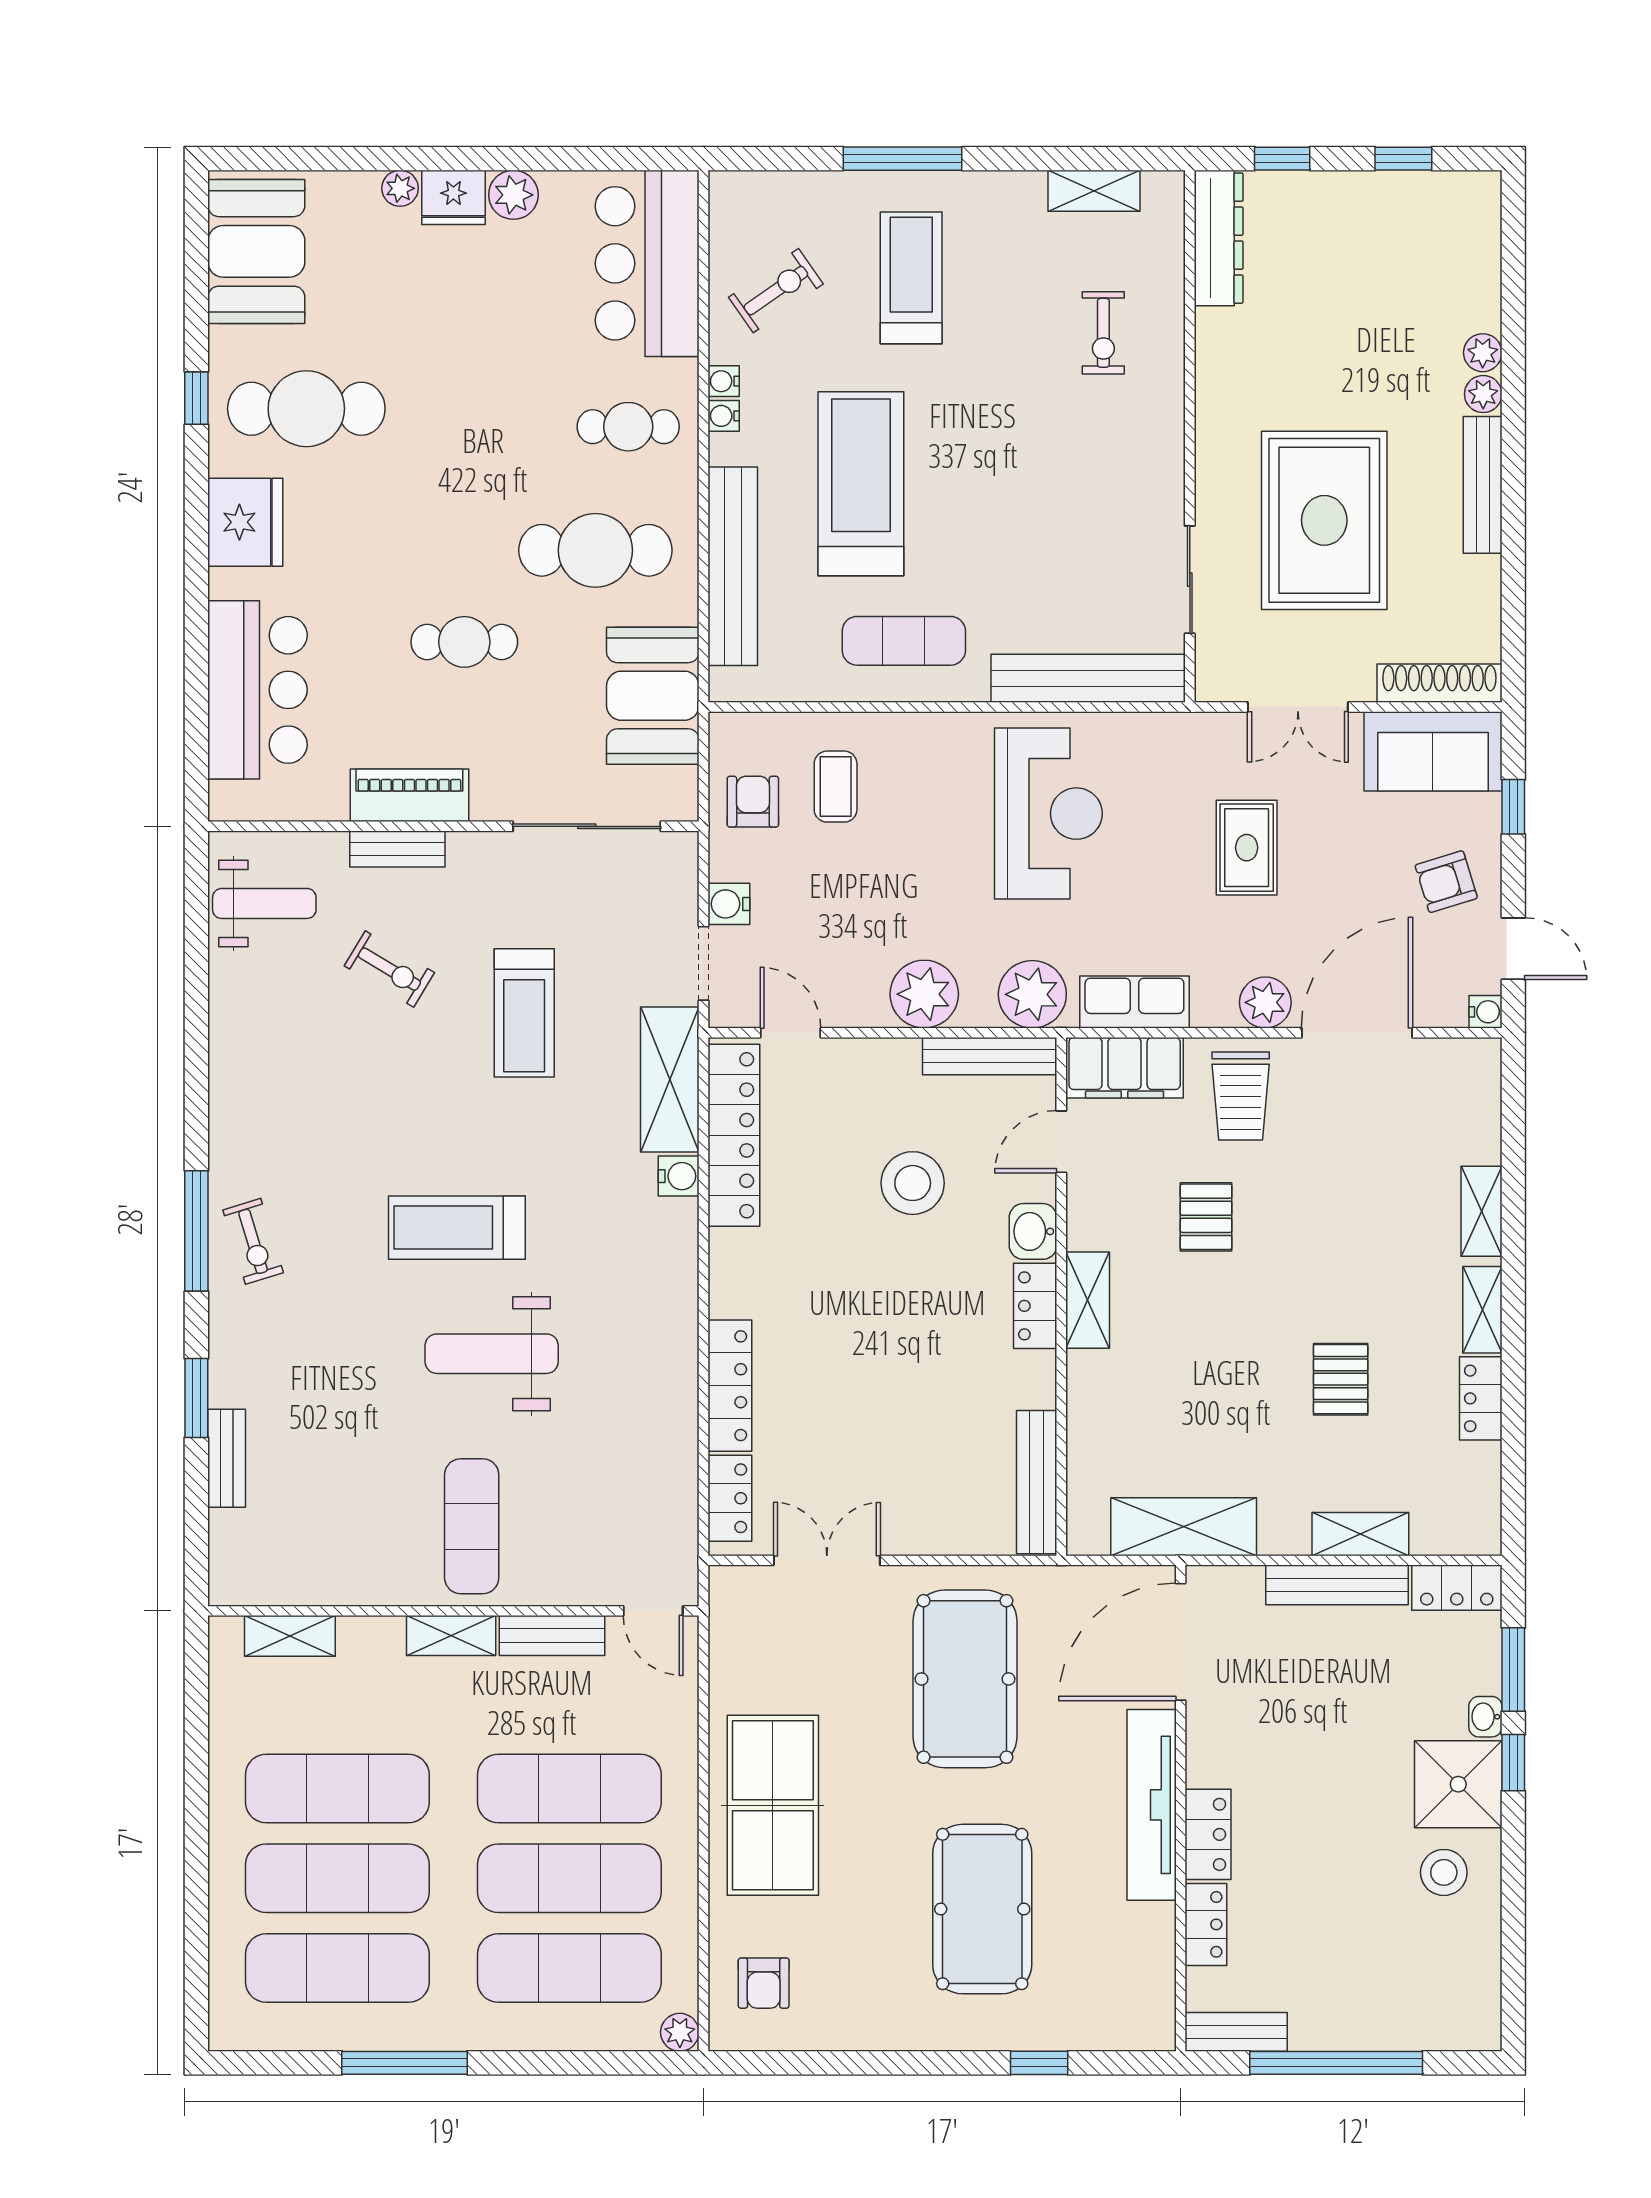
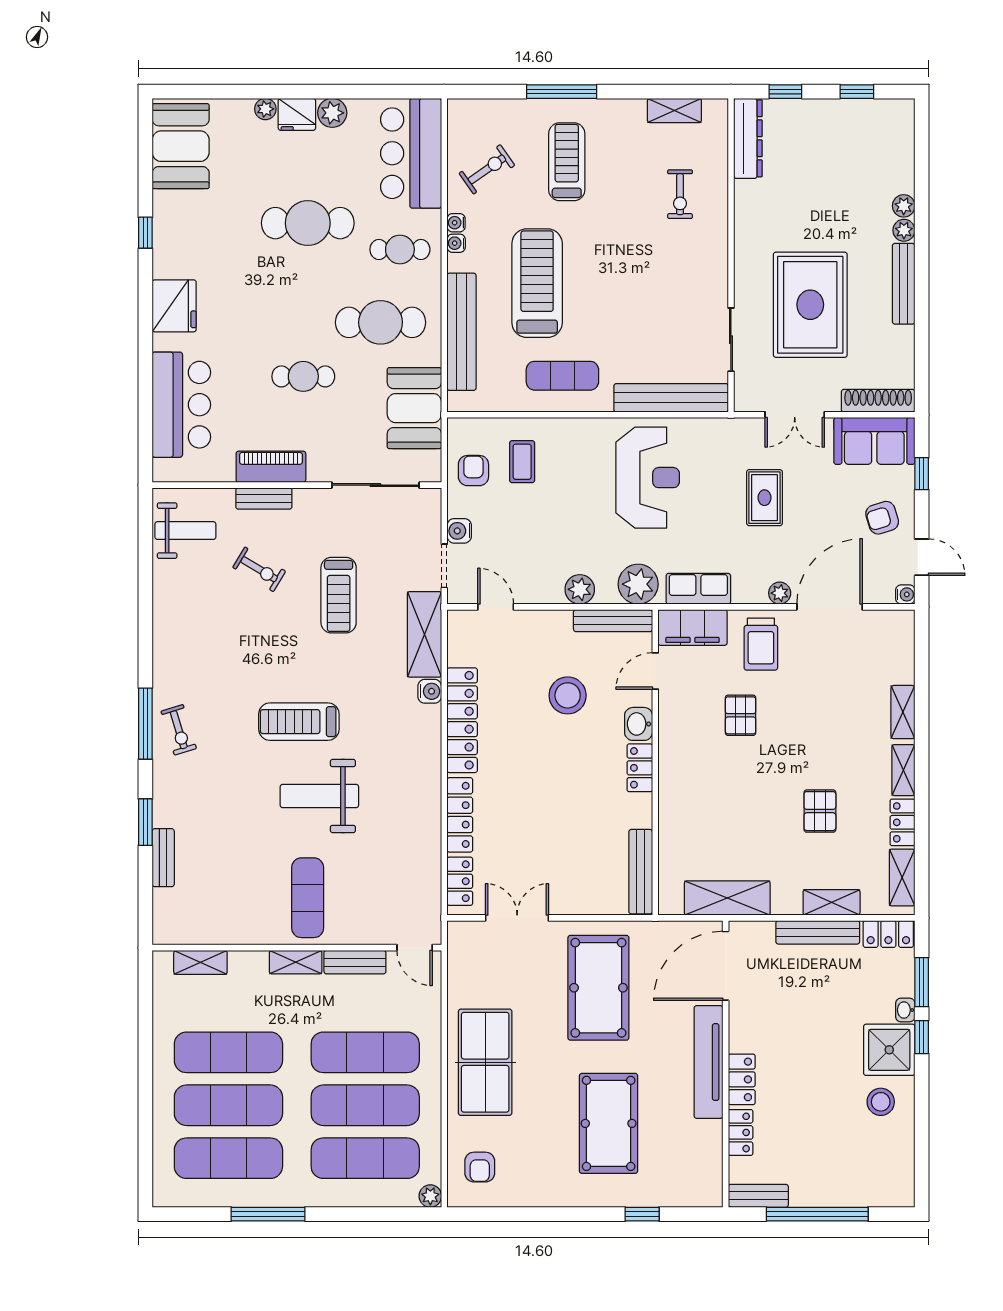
cafe table: (306, 409) -> (308, 223), moved
plant: (924, 994) -> (580, 589), width x0.73, depth x0.73
plant: (1265, 1002) -> (780, 593), width x0.73, depth x0.73
locker: (734, 1135) -> (462, 720), moved
shelving: (1088, 1300) -> (902, 878), moved

